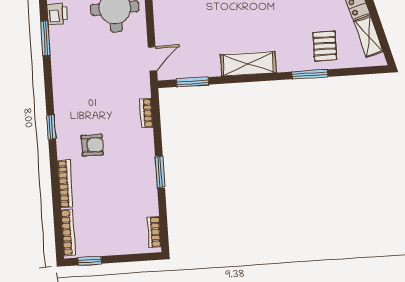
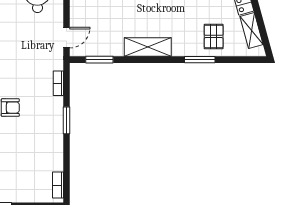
window: (160, 172) -> (66, 120), moved

